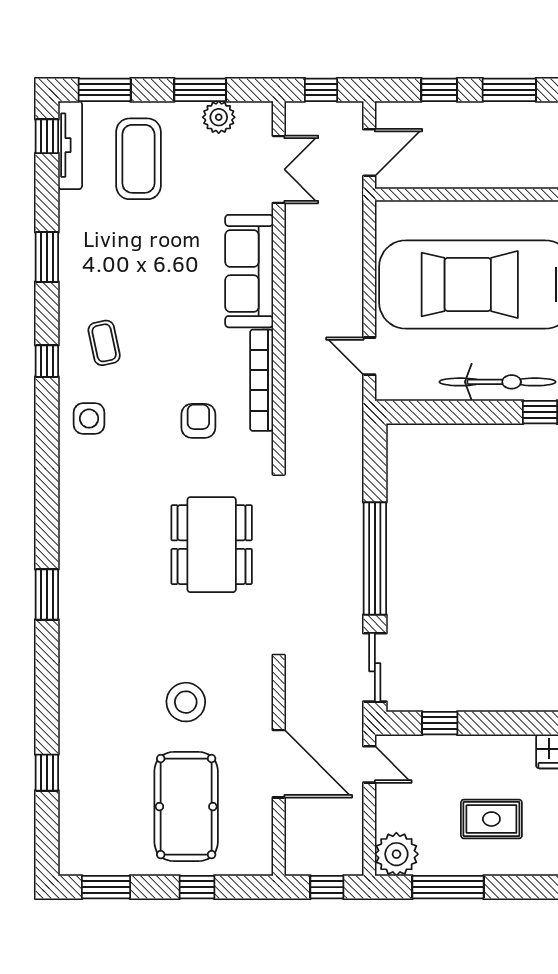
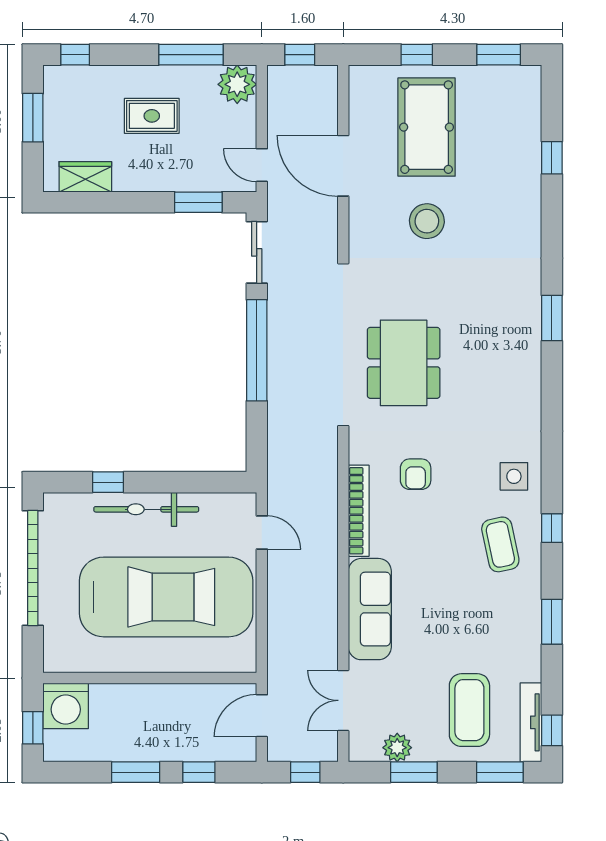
coffee table: (104, 343) -> (500, 544), width x1.36, depth x1.30
window: (440, 723) -> (198, 202), width x1.50

